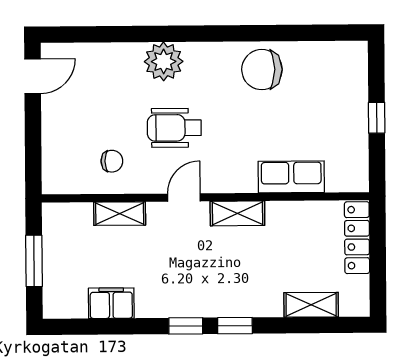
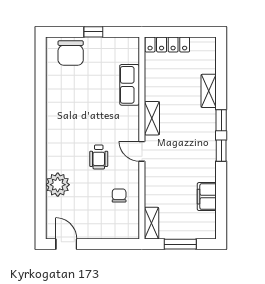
plant: (164, 61) -> (58, 185), moved
chair: (262, 70) -> (71, 53), moved
wheelchair: (174, 128) -> (99, 157), width x0.73, depth x0.73
shelving: (120, 214) -> (151, 223), moved
shelving: (311, 305) -> (209, 91), moved

